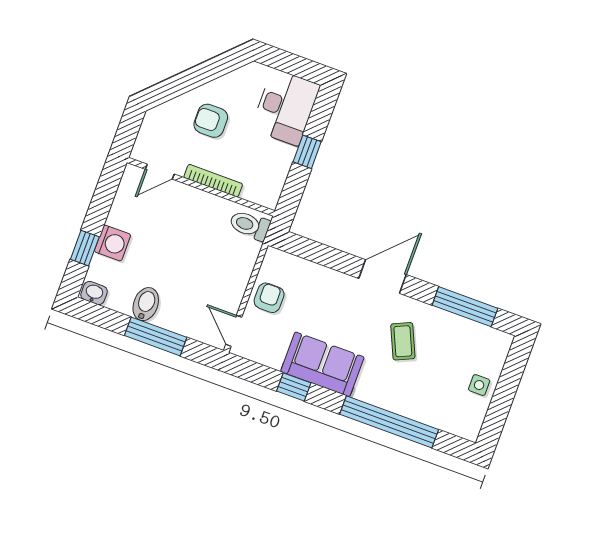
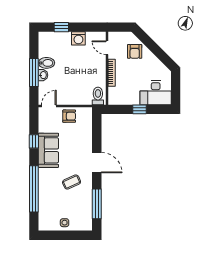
armchair: (211, 121) -> (135, 51), moved, turned 180
washing machine: (113, 243) -> (78, 38), moved
washbasin: (94, 293) -> (43, 75), moved

